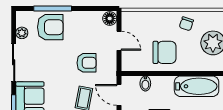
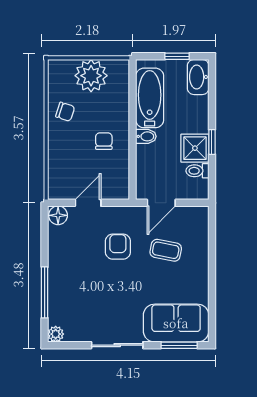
armchair: (50, 27) -> (70, 296), removed
plant: (22, 33) -> (56, 334), moved
chair: (165, 52) -> (104, 141), width x0.54, depth x0.54
bidet: (145, 83) -> (146, 136), moved

